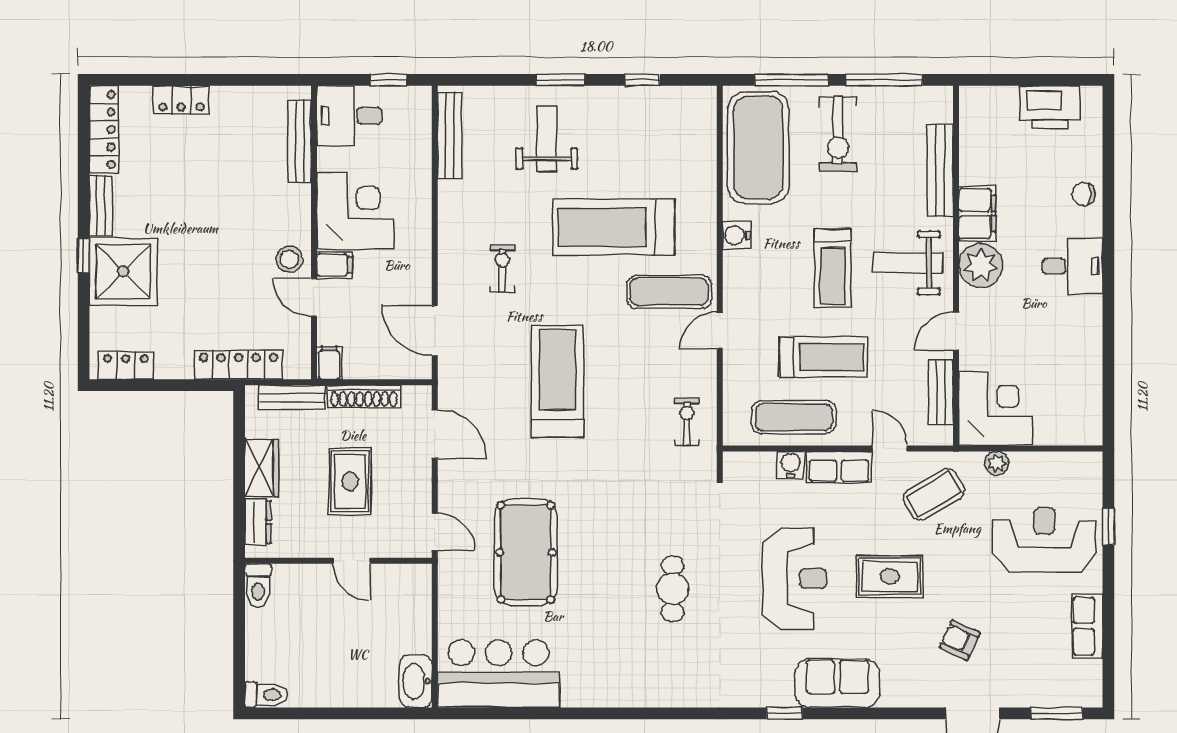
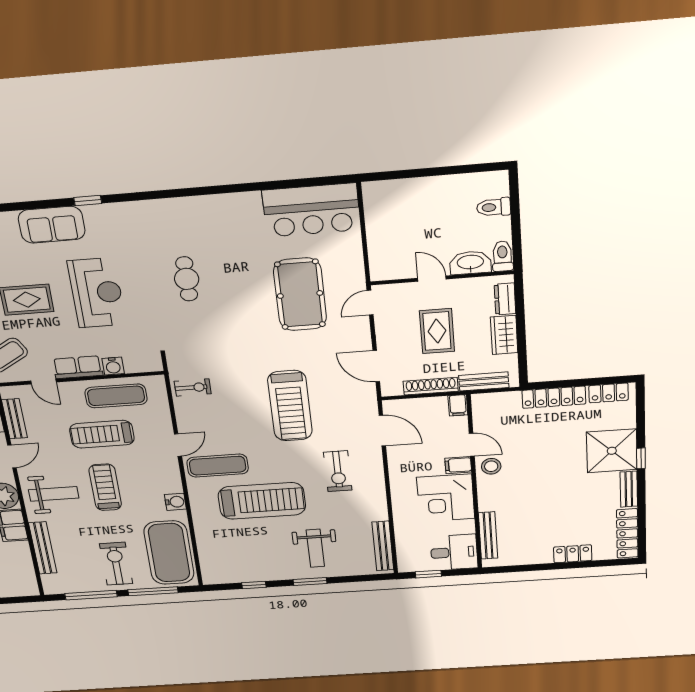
exercise bike: (502, 269) -> (338, 471), width x1.38, depth x1.39
locker: (239, 365) -> (554, 397), moved
exercise bike: (687, 422) -> (193, 388), turned -90
door: (435, 532) -> (370, 303), hinge flipped
reception desk: (795, 579) -> (97, 293), turned 180
washbasin: (416, 681) -> (470, 263), moved, turned -90
toilet: (266, 695) -> (494, 207), moved

